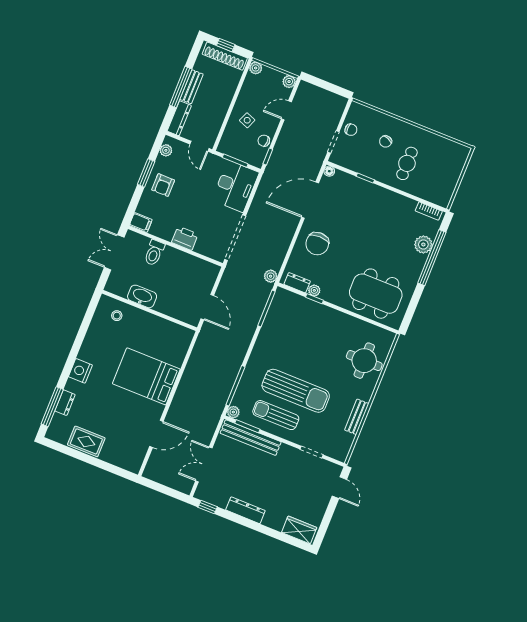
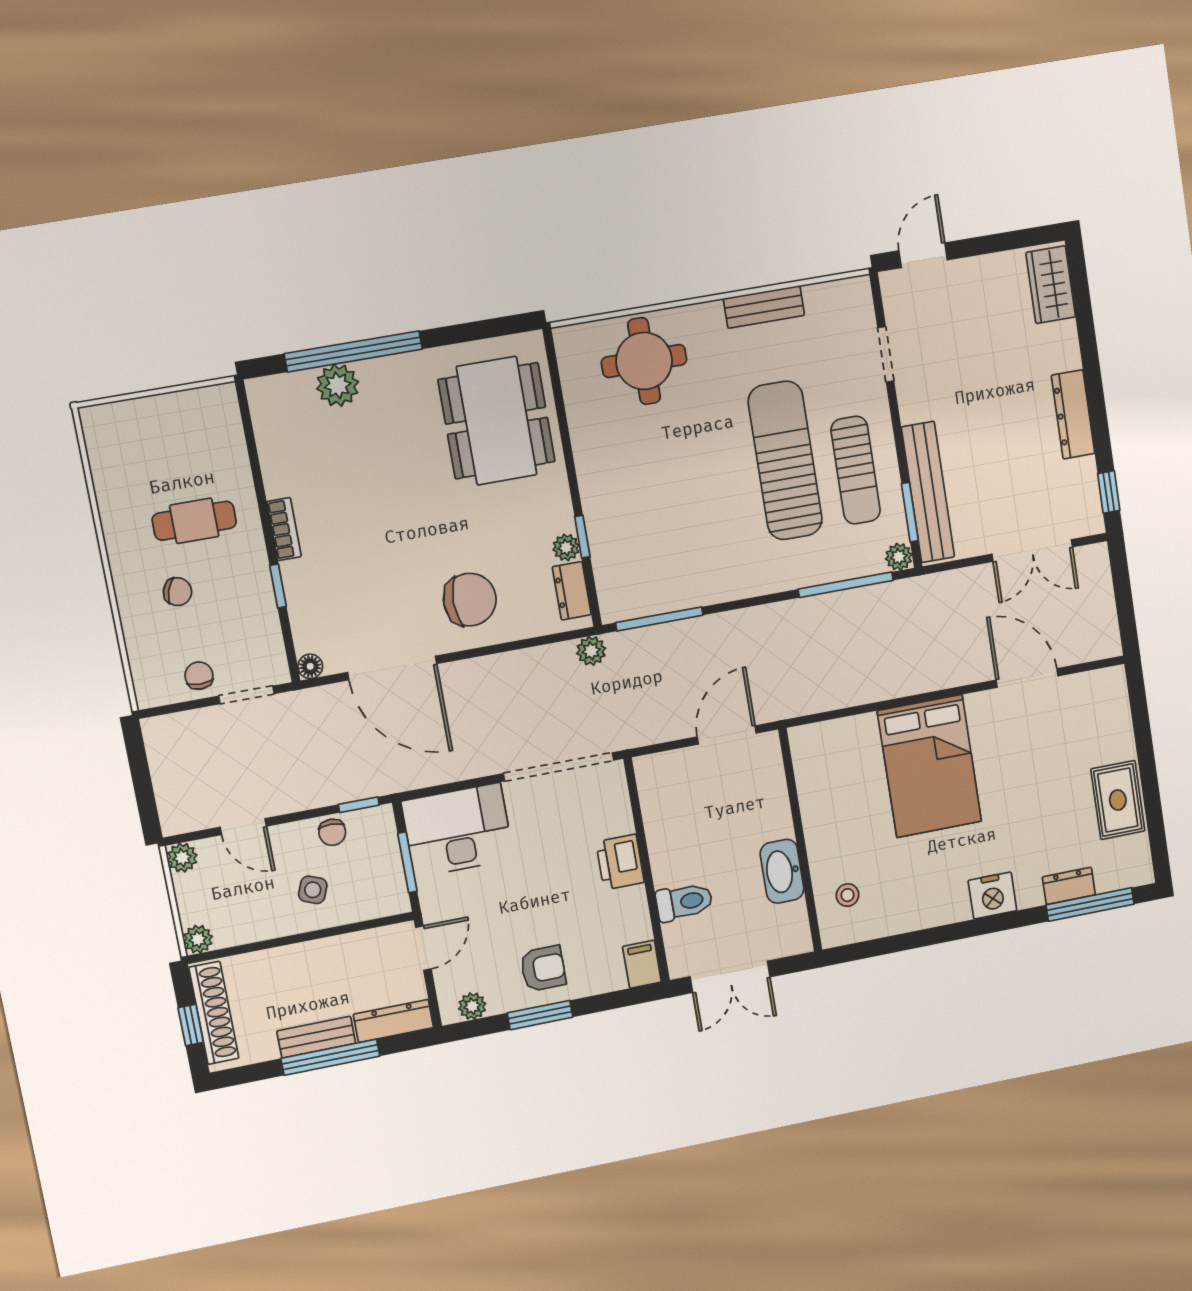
bookcase: (429, 211) -> (284, 529), moved

